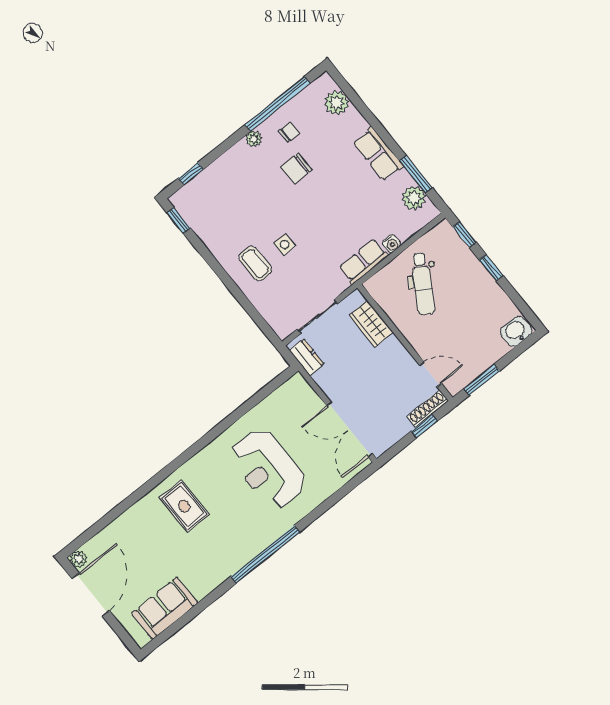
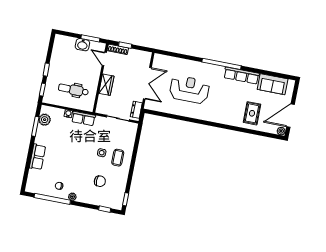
plant: (337, 103) -> (33, 178), removed
row of seats: (378, 154) -> (37, 157), moved
chair: (296, 168) -> (100, 181), moved
dental chair: (423, 284) -> (73, 90), turned -121
wardrobe: (371, 324) -> (106, 85), moved
washbasin: (516, 331) -> (82, 45), moved
double door: (350, 430) -> (147, 83), moved
reception desk: (268, 469) -> (189, 89), turned -90
rug: (184, 506) -> (252, 113), moved
row of seats: (220, 570) -> (241, 76), added

